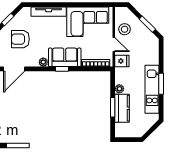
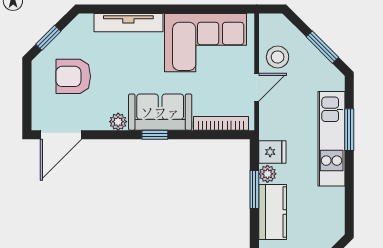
door: (114, 45) -> (257, 87), hinge flipped
fridge: (122, 61) -> (272, 152), moved
window: (161, 84) -> (349, 130), moved
kitchen unit: (152, 89) -> (332, 139), moved
window: (113, 107) -> (254, 189), moved

